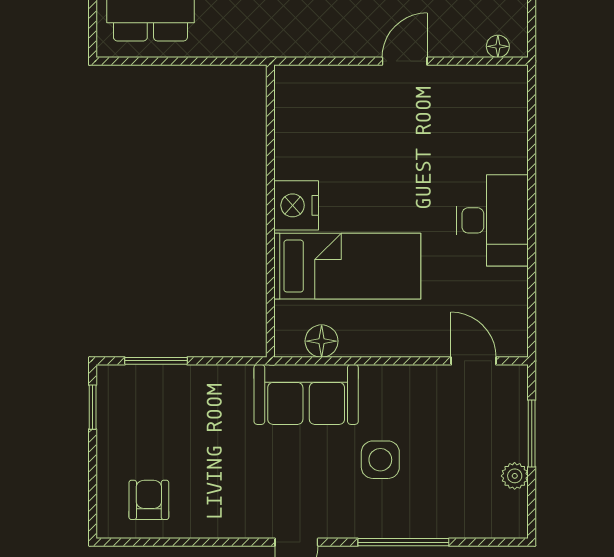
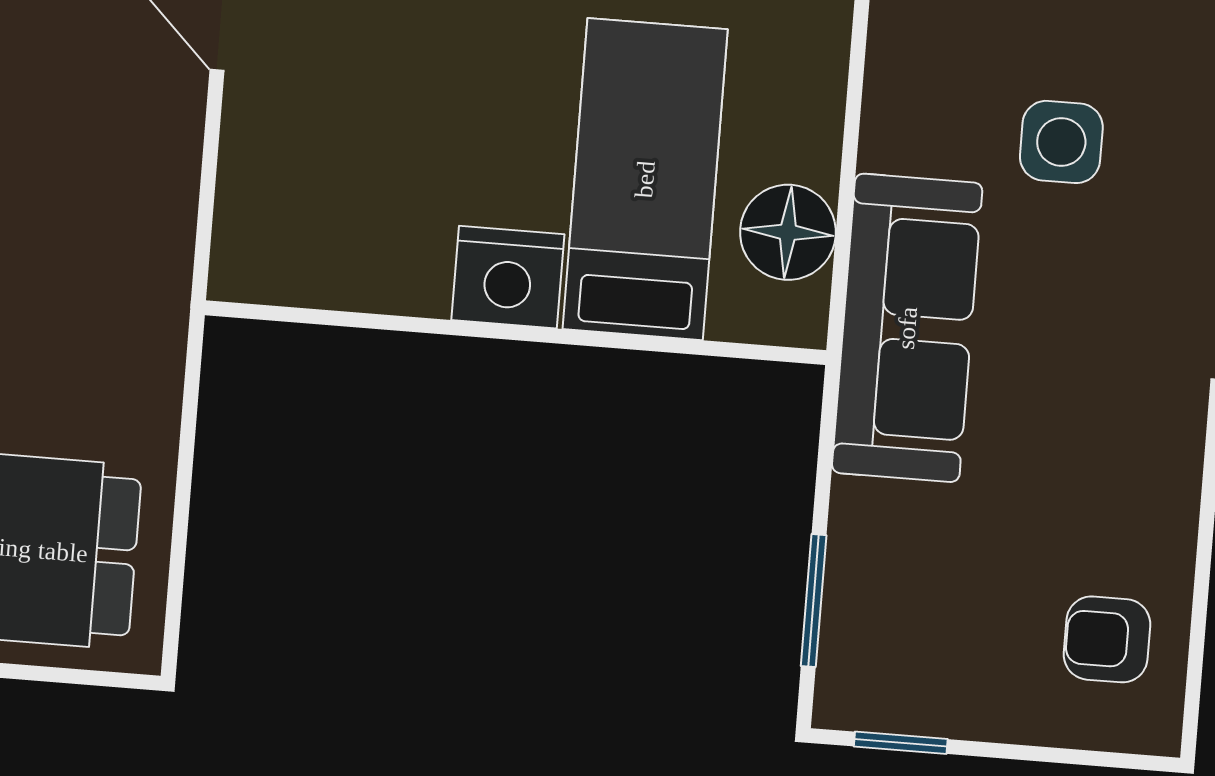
floor lamp: (322, 341) -> (788, 232), width x1.38, depth x1.38
sofa: (306, 394) -> (907, 328), width x1.36

